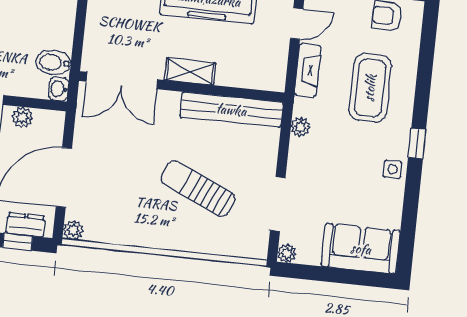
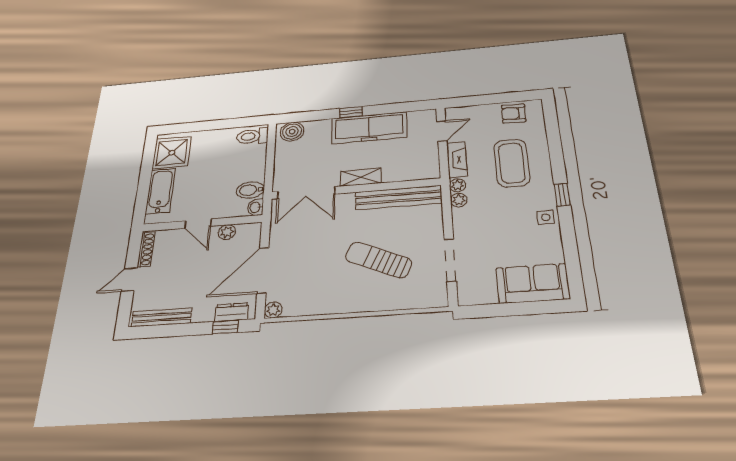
plant: (287, 253) -> (457, 185), moved

